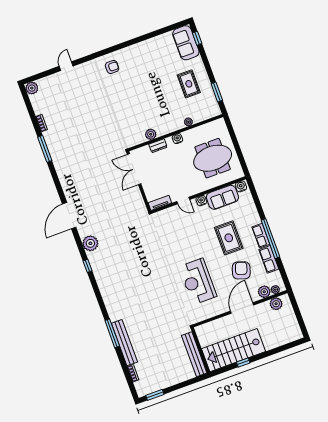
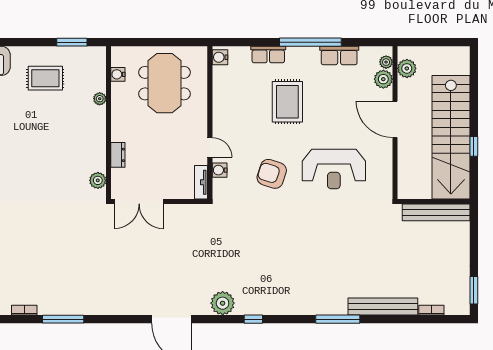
plant: (151, 134) -> (98, 180), moved
water cooler: (177, 139) -> (118, 74), moved
sofa: (222, 197) -> (226, 90), removed
door: (183, 201) -> (210, 147), hinge flipped
water cooler: (201, 201) -> (220, 170), moved
row of seats: (261, 236) -> (268, 55), moved
rug: (229, 238) -> (287, 102), turned 90
armchair: (241, 270) -> (272, 174), moved
window: (112, 333) -> (338, 319), moved
stairs: (234, 350) -> (451, 137), width x1.36

